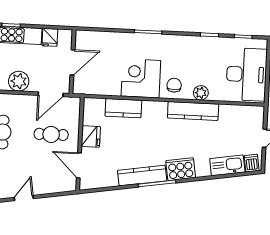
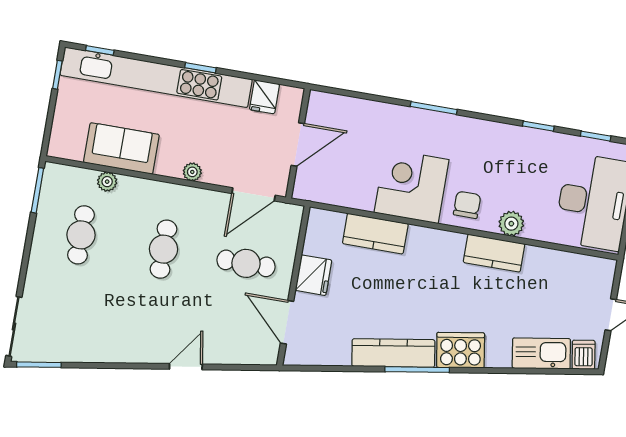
plant: (19, 81) -> (192, 172), width x0.53, depth x0.53
kitchen counter: (193, 111) -> (494, 253), width x0.67

